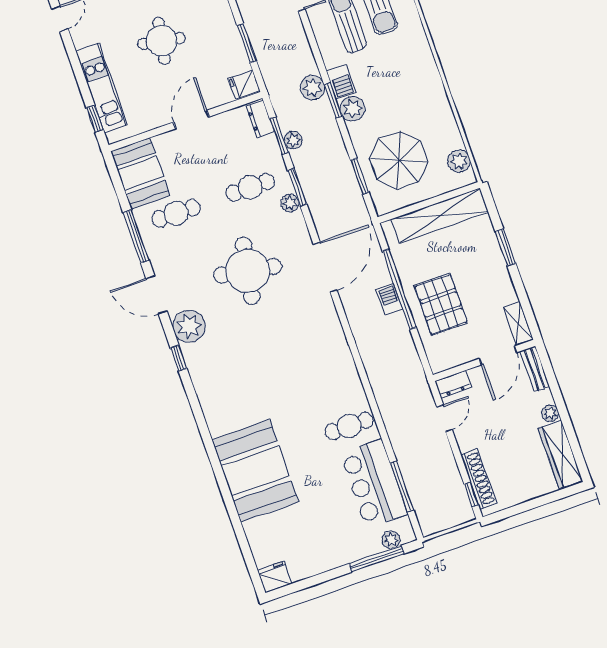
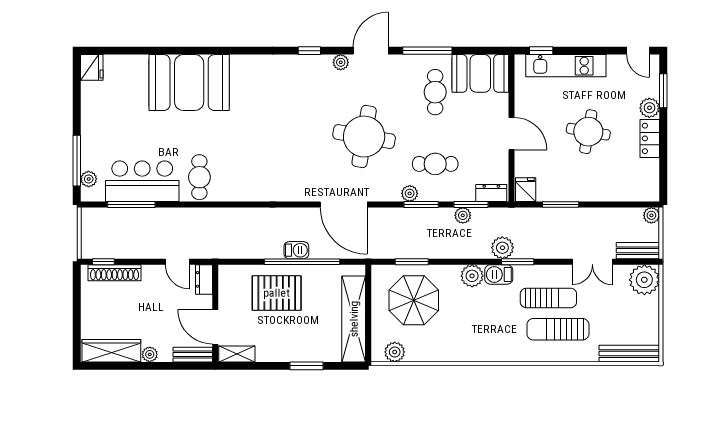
window: (333, 101) -> (518, 262), moved
cafe table: (250, 187) -> (435, 164), turned 90
plant: (189, 326) -> (341, 62), width x0.53, depth x0.53

